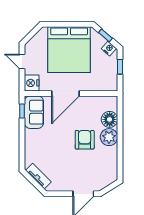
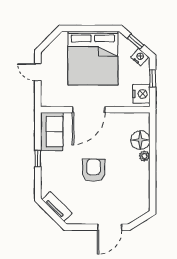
nightstand: (32, 83) -> (141, 94), moved, turned 180
window: (22, 111) -> (38, 159), moved
plant: (109, 137) -> (144, 156), width x0.53, depth x0.53
armchair: (85, 140) -> (94, 170), moved

